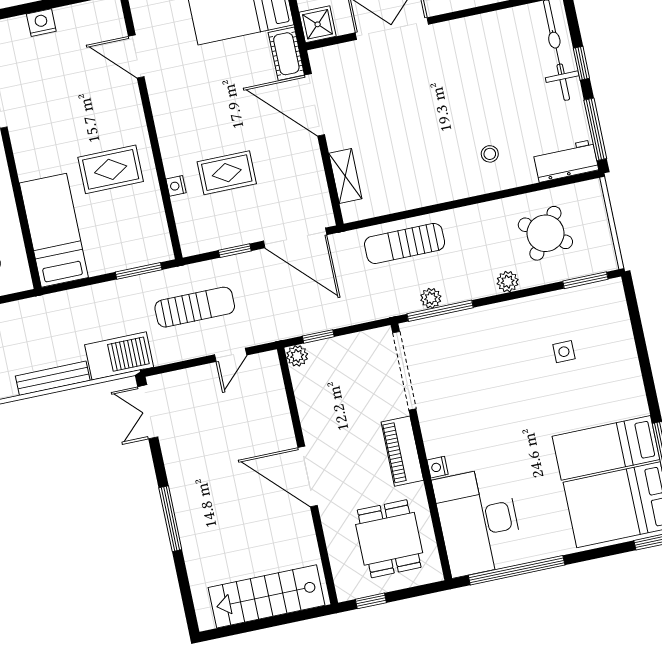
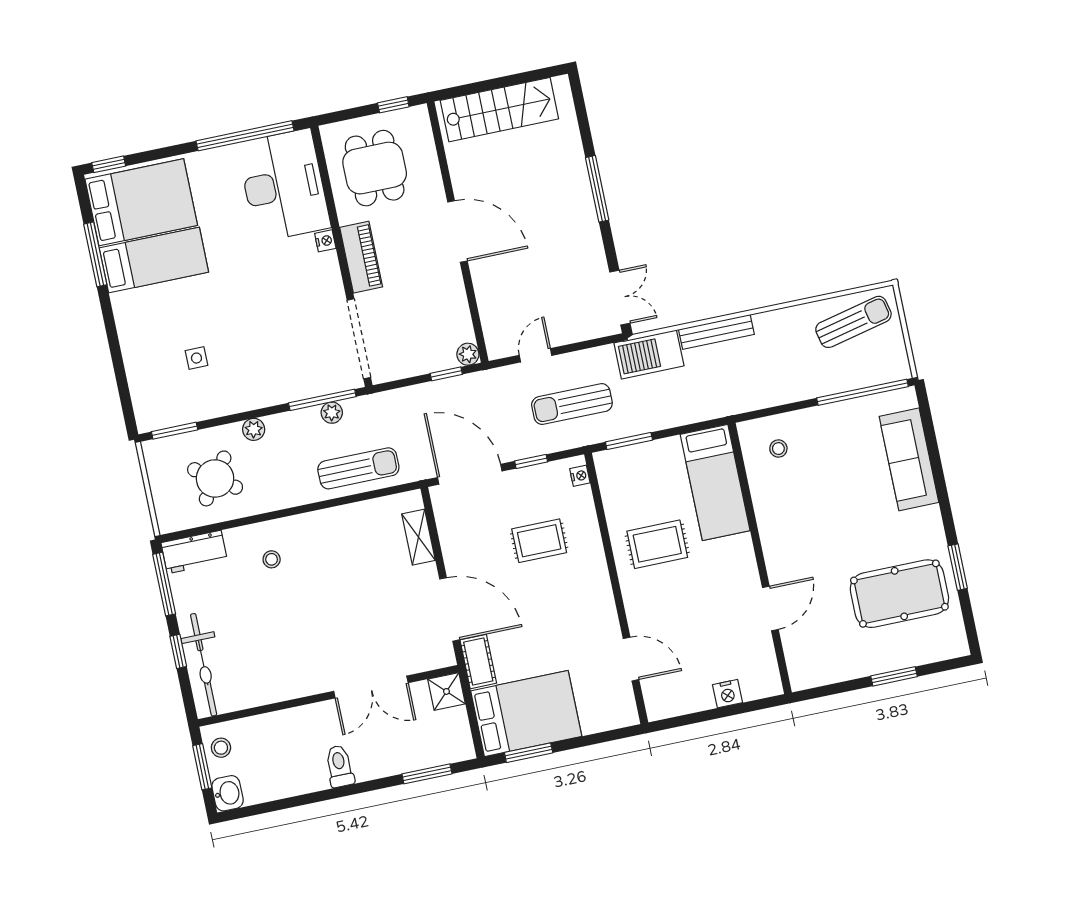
nightstand: (176, 186) -> (580, 476), moved

